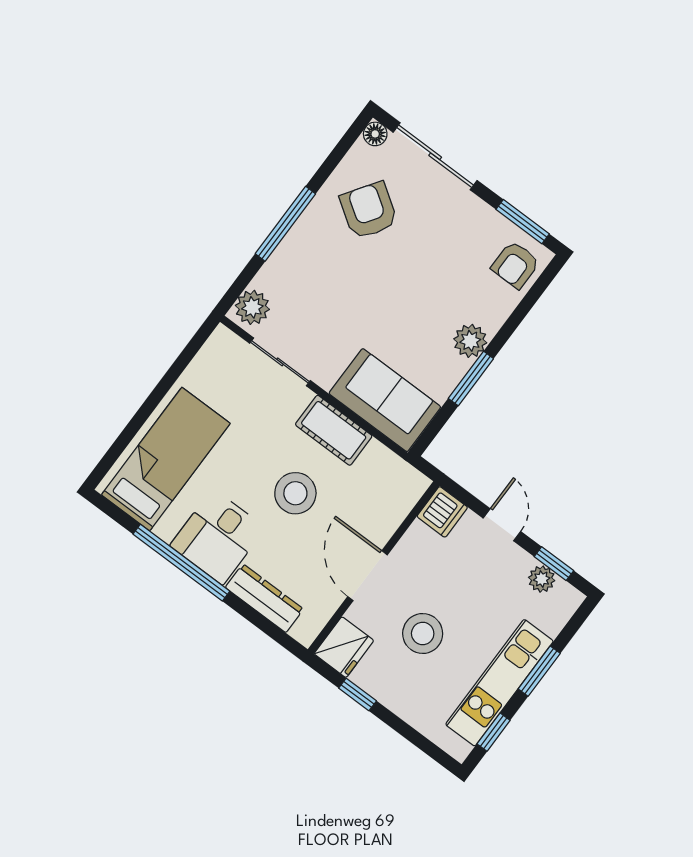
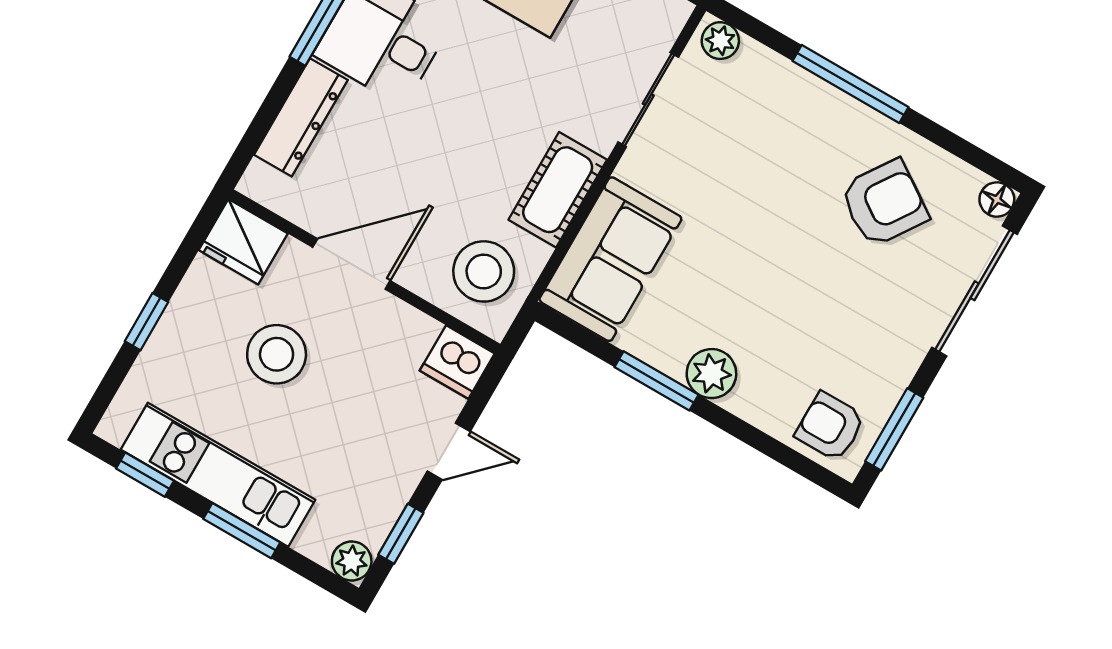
plant: (252, 307) -> (720, 41), width x0.73, depth x0.73
stool: (295, 493) -> (484, 271), moved
plant: (542, 579) -> (352, 561), moved
window: (358, 694) -> (147, 322), moved

